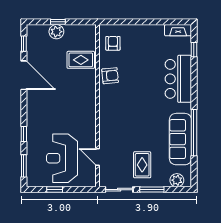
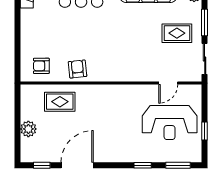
window: (58, 22) -> (17, 127), removed
rug: (81, 60) -> (60, 102), turned 90

